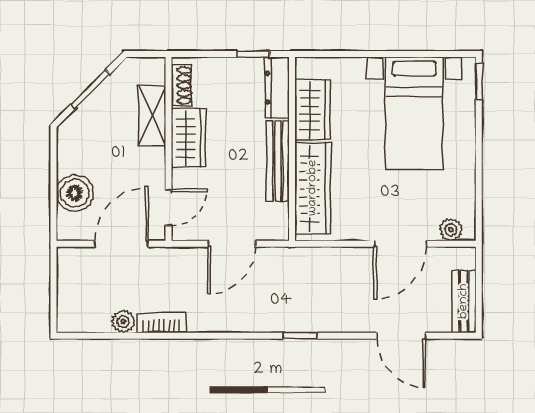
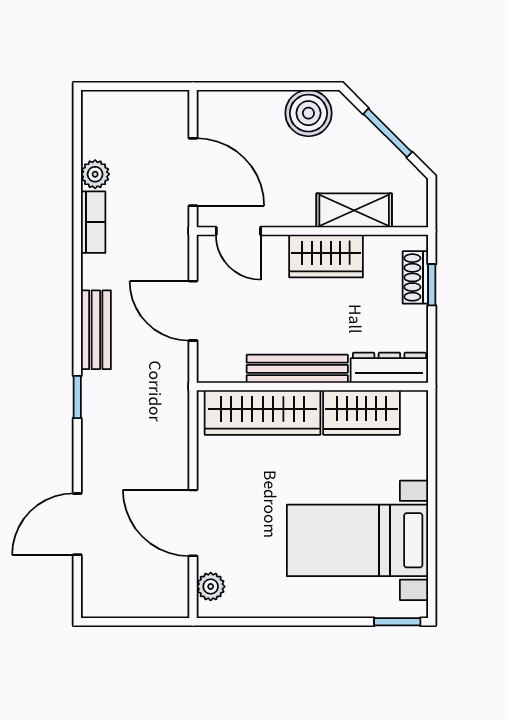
window: (253, 54) -> (432, 285), moved
shoe rack: (181, 86) -> (415, 277), moved, turned 90
boiler: (75, 193) -> (308, 113), moved
bench: (464, 301) -> (96, 330), moved, turned 90

